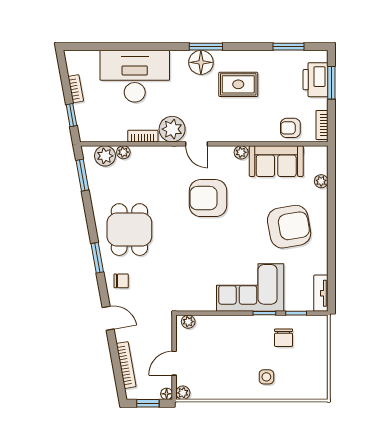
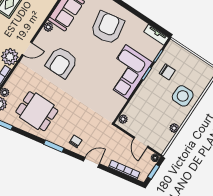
dining table: (129, 230) -> (37, 111), moved
side table: (266, 377) -> (183, 96), width x1.87, depth x1.87
plant: (183, 393) -> (174, 128), moved

